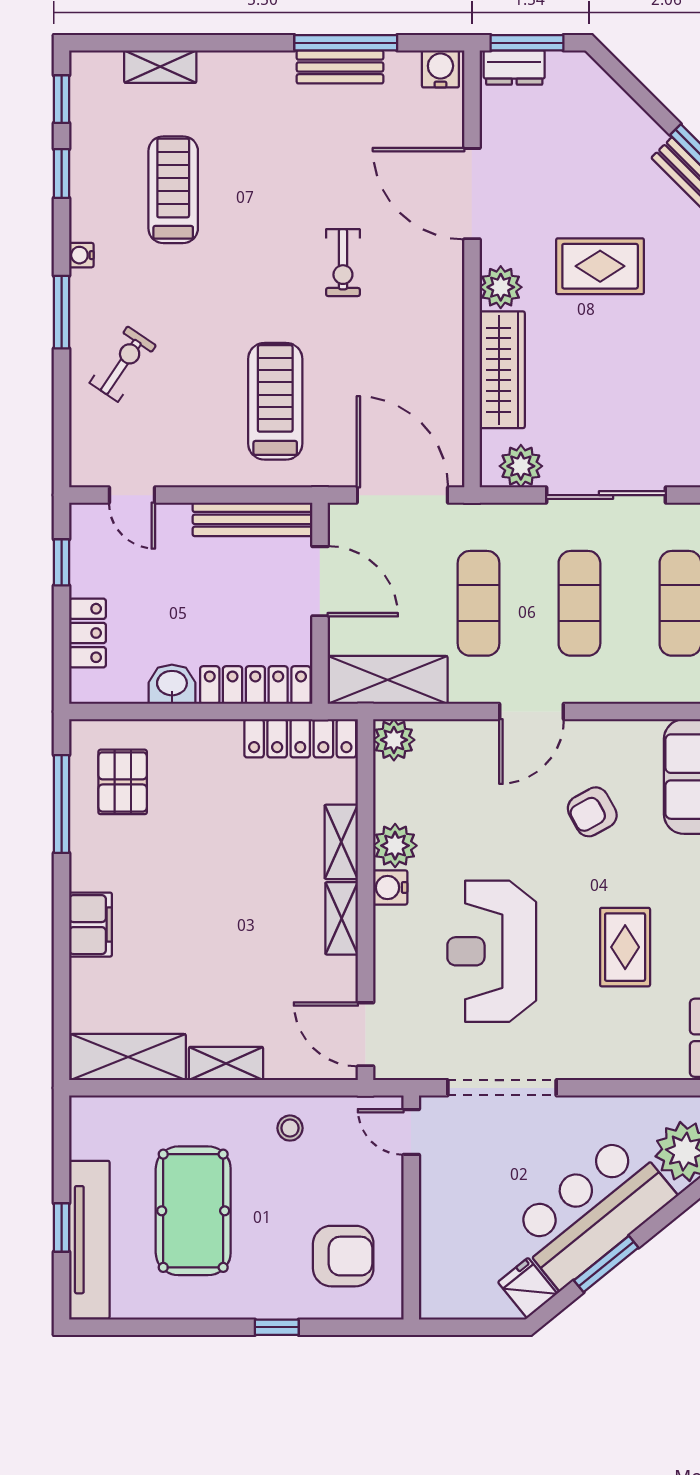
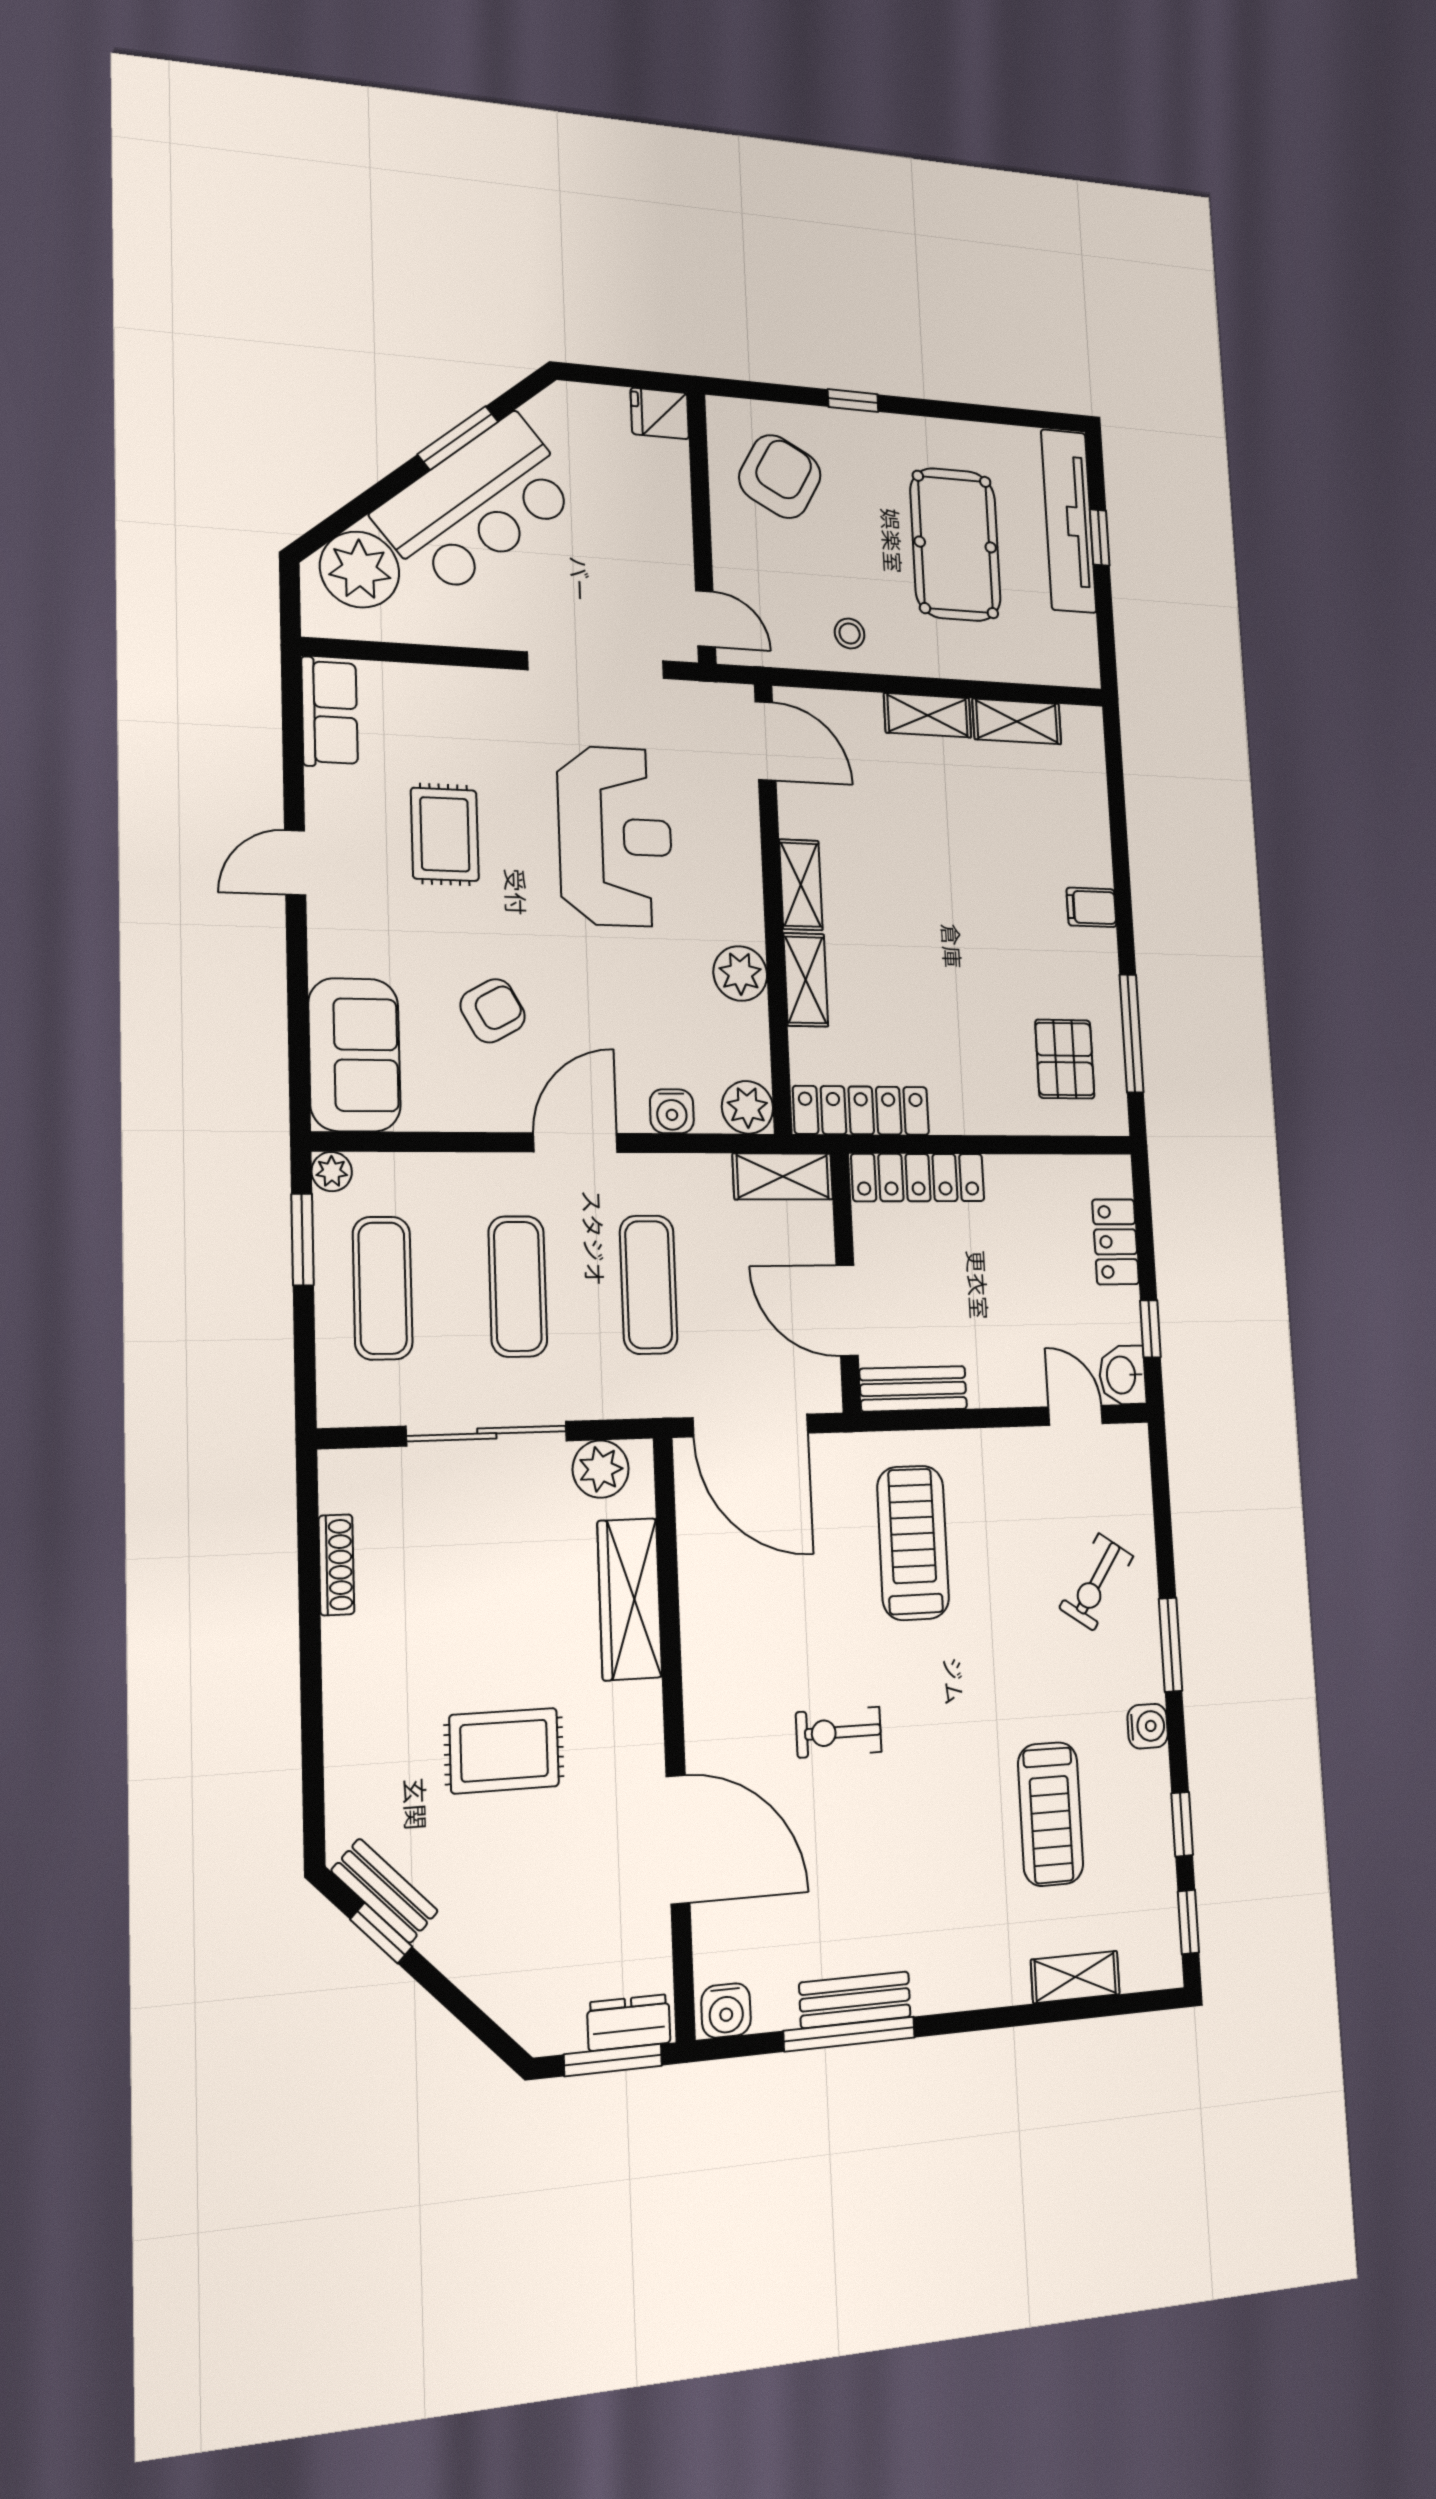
water cooler: (81, 255) -> (1148, 1726), width x1.38, depth x1.38
exercise bike: (343, 263) -> (839, 1732), turned -90
plant: (501, 287) -> (636, 1712), removed
treadmill: (275, 401) -> (913, 1543), turned 180
bench: (253, 519) -> (913, 1389), width x0.73
shelving: (388, 680) -> (783, 1176), width x0.67, depth x0.75
washbasin: (172, 684) -> (1122, 1375), moved, turned 90
water cooler: (390, 887) -> (672, 1111), moved, turned 90
filing cabinet: (91, 925) -> (1091, 907), width x0.50
shelving: (128, 1057) -> (1017, 721), width x0.67, depth x0.75
armchair: (343, 1256) -> (780, 477), turned 119
fridge: (528, 1288) -> (660, 413), moved, turned 129

